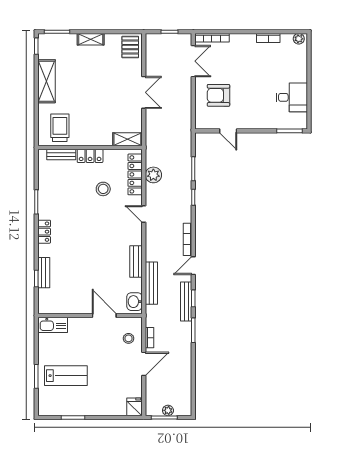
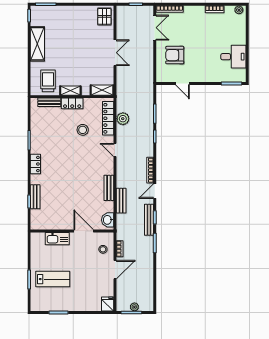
shelving: (91, 39) -> (70, 91), moved
bench: (151, 283) -> (121, 201), width x0.73
kitchen sink: (53, 325) -> (57, 239), moved

